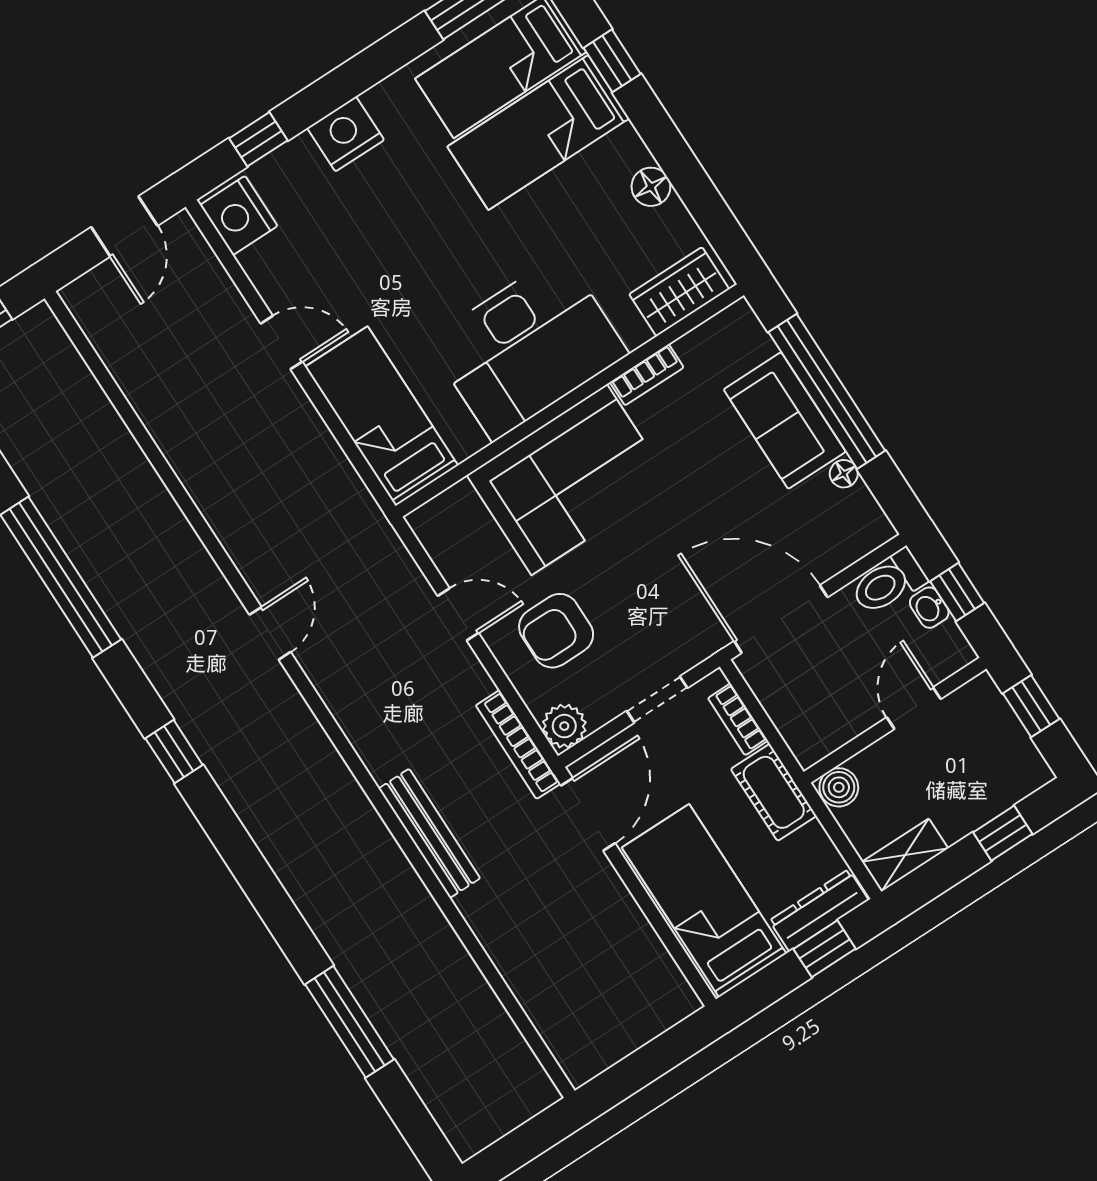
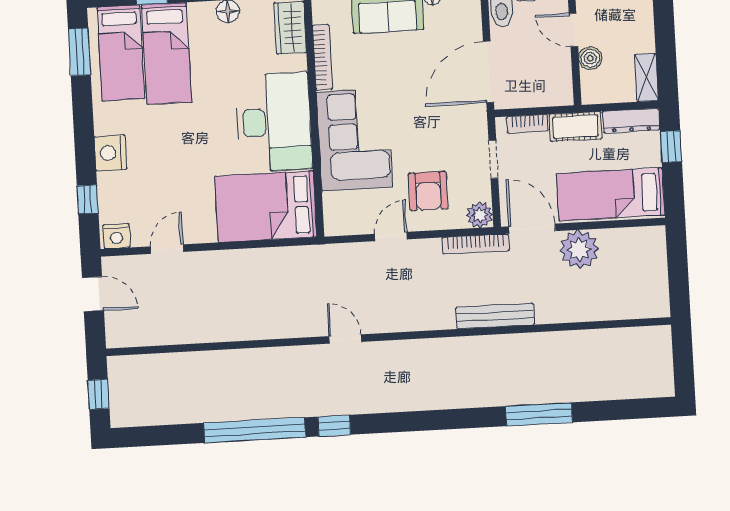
nightstand: (239, 215) -> (117, 236), width x0.74, depth x0.75
door: (282, 343) -> (167, 249), moved
bookcase: (647, 375) -> (323, 57), width x1.56
bed: (381, 416) -> (266, 207), width x1.50
window: (174, 752) -> (334, 426), moved
boiler: (839, 787) -> (590, 58), moved
window: (1003, 833) -> (664, 21), removed
plant: (597, 901) -> (579, 249), added
dresser: (819, 910) -> (631, 121), moved, turned -90
window: (350, 1022) -> (539, 414), moved

